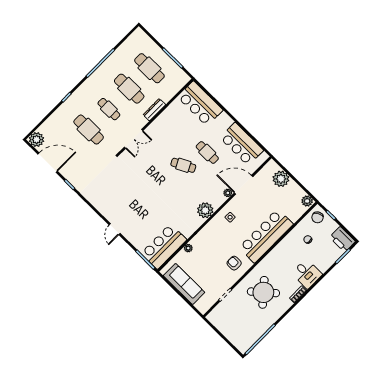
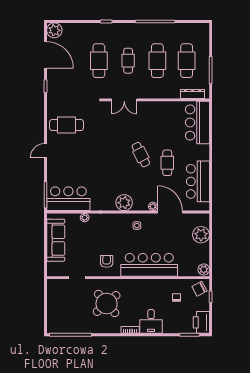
dresser: (154, 110) -> (193, 94), moved
cafe table: (111, 197) -> (67, 125), added

